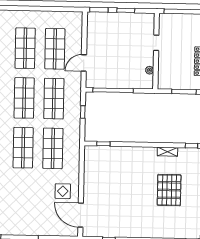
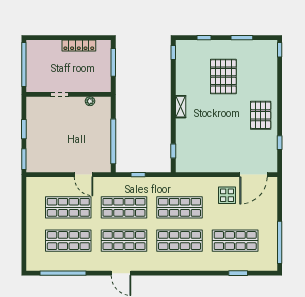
shelving: (167, 152) -> (181, 107), moved
pallet: (169, 190) -> (223, 77), turned 90
shop shelf: (22, 198) -> (235, 241), added
pallet: (134, 223) -> (261, 115), added

